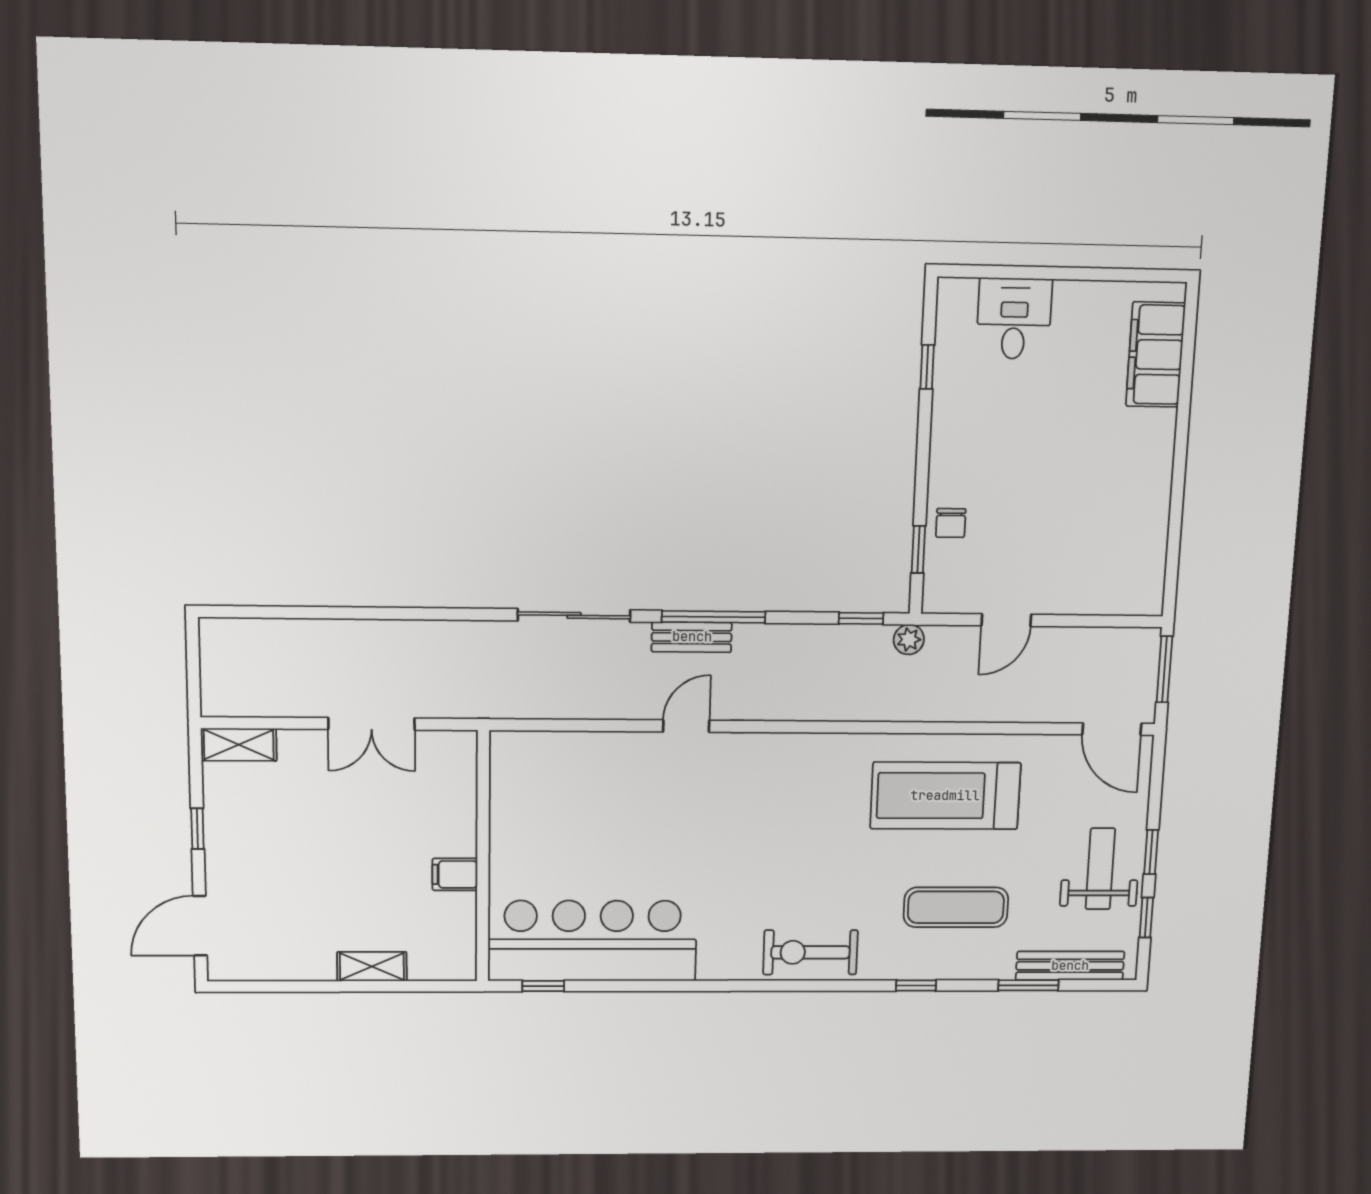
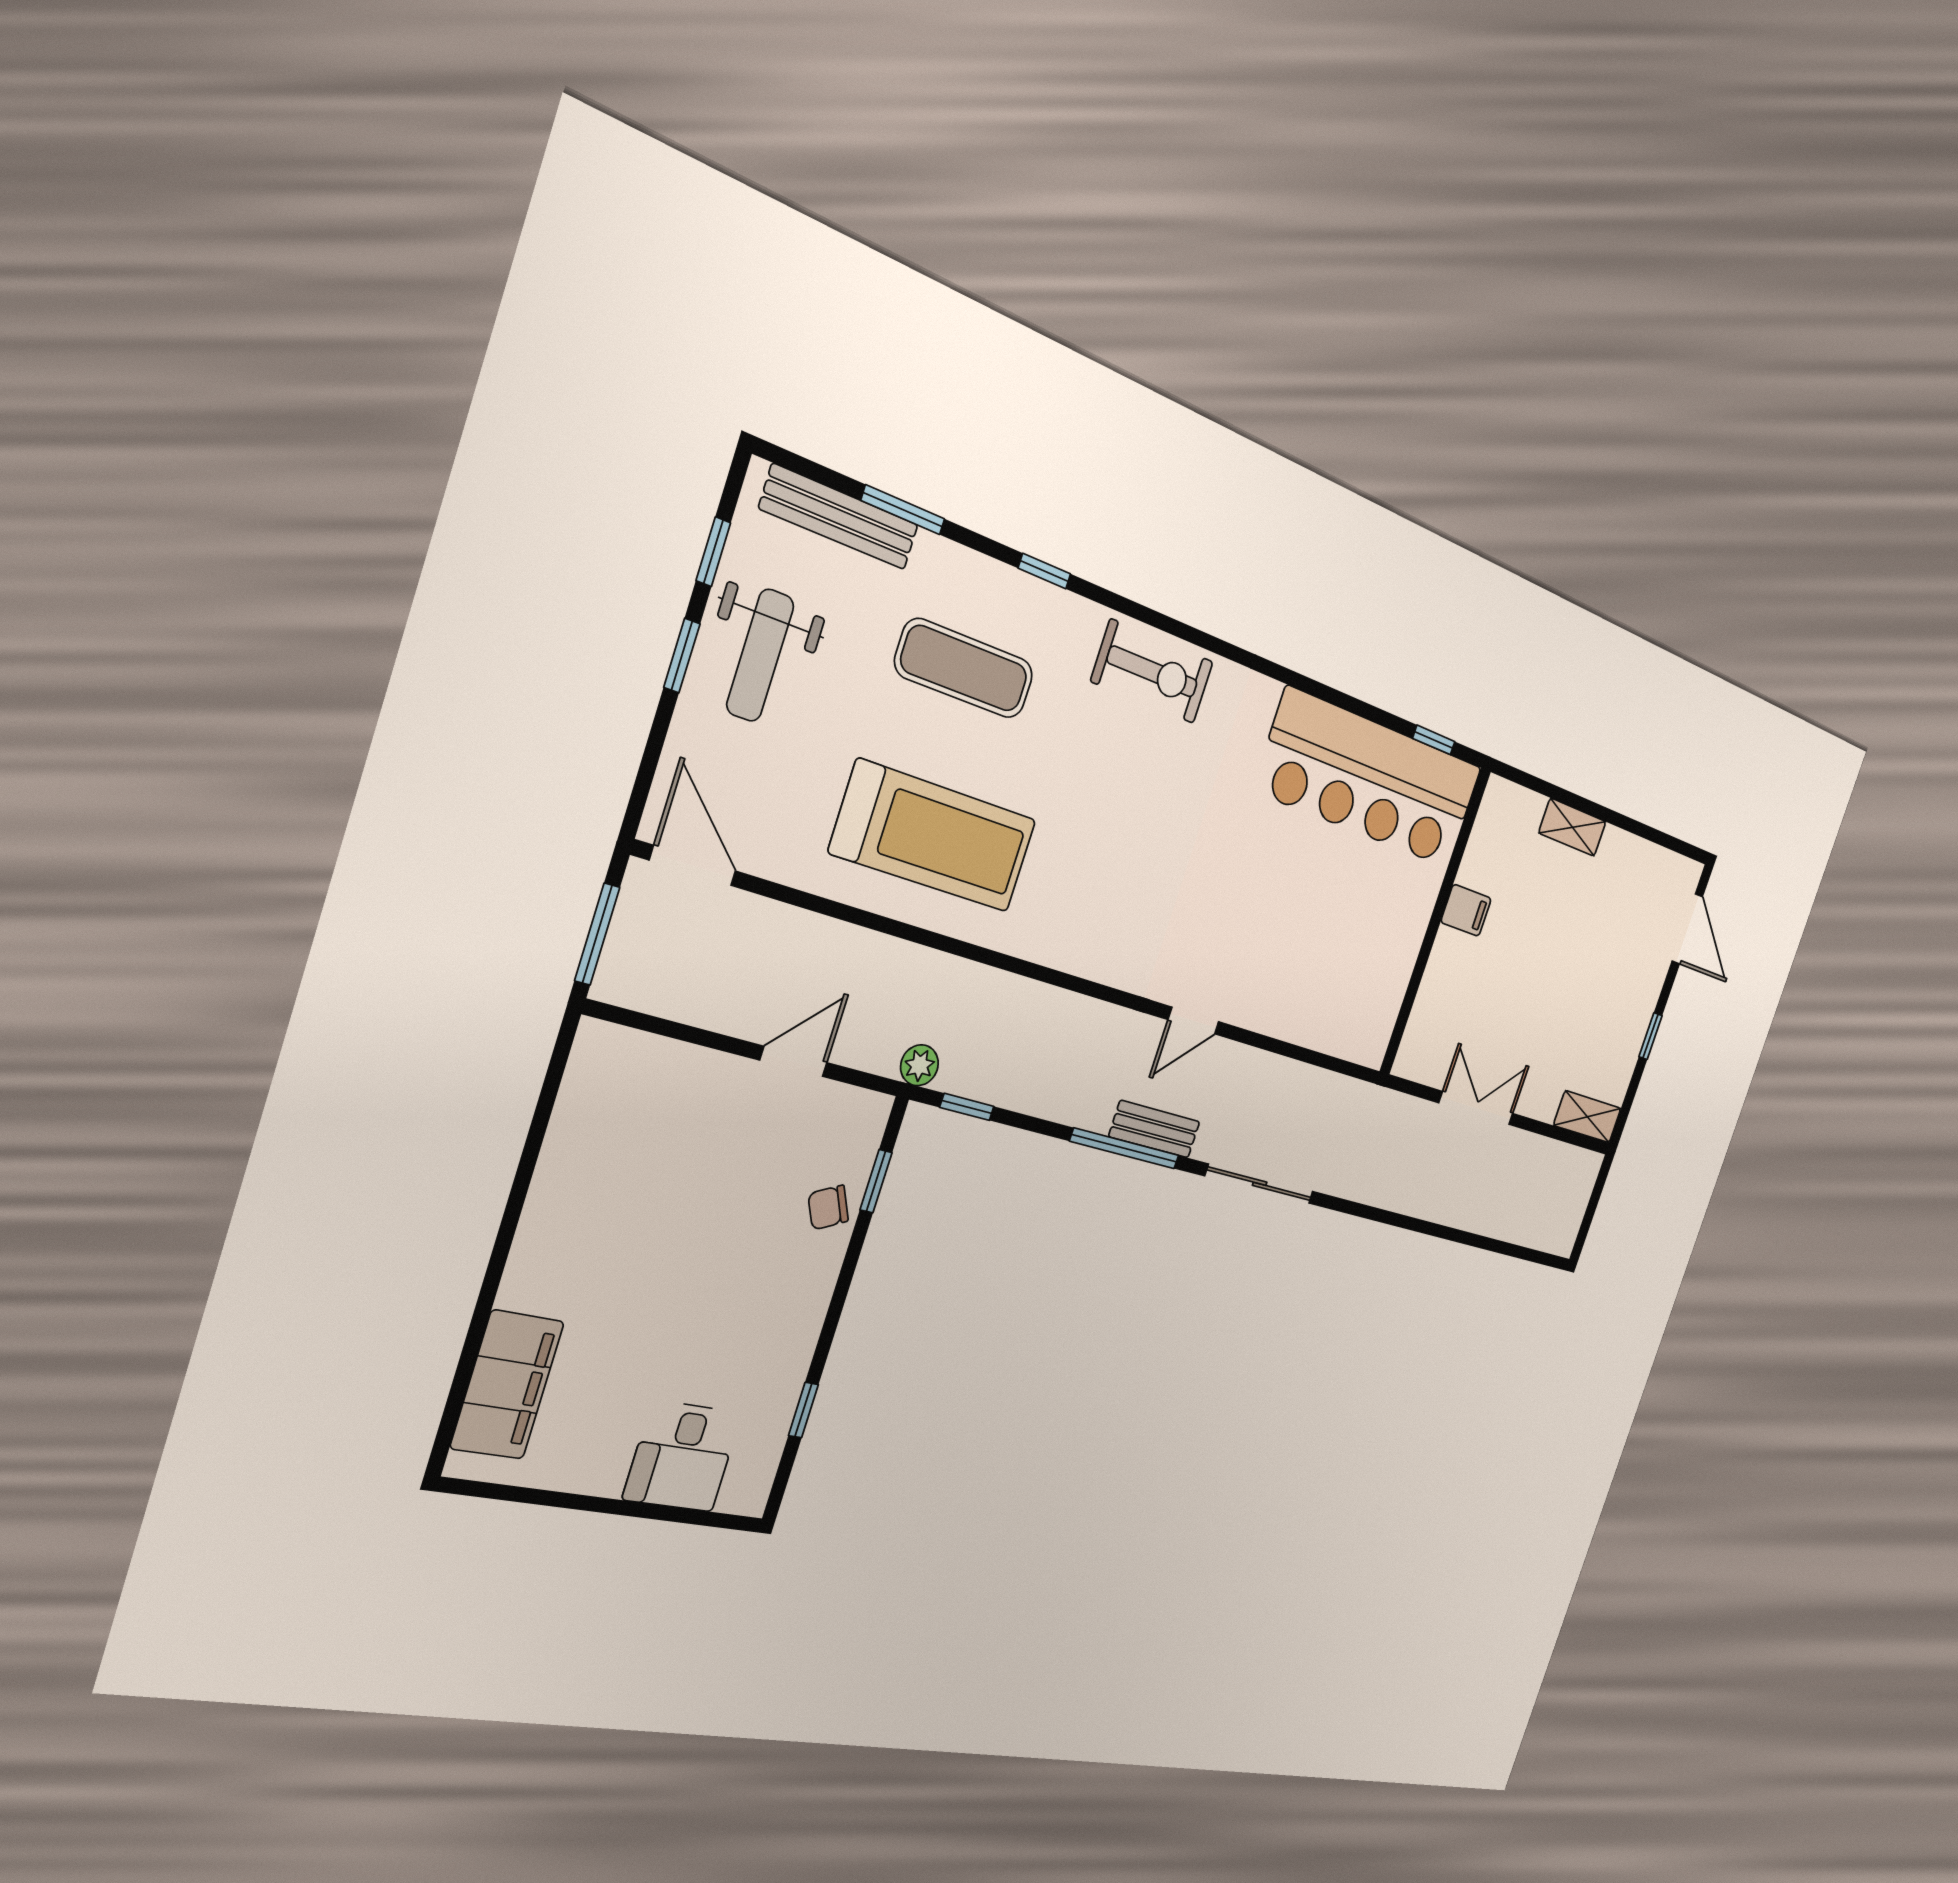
chair: (951, 523) -> (828, 1207), turned -116
door: (200, 926) -> (1687, 929), hinge flipped

